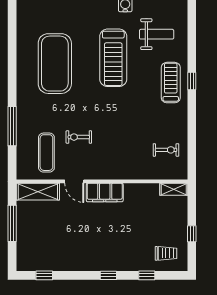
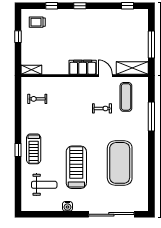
weight bench: (157, 34) -> (44, 185), turned 180

